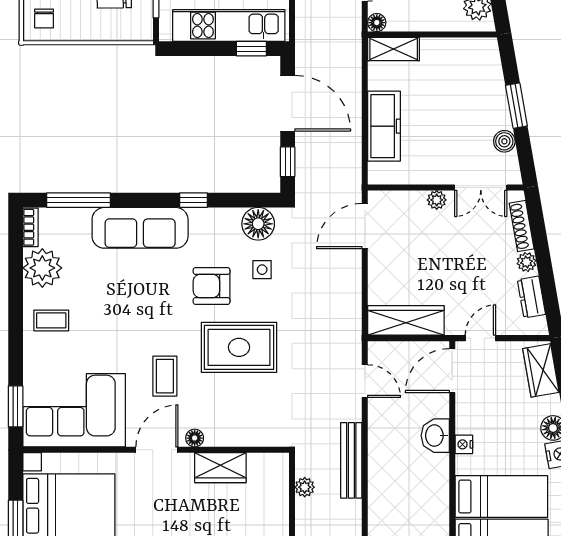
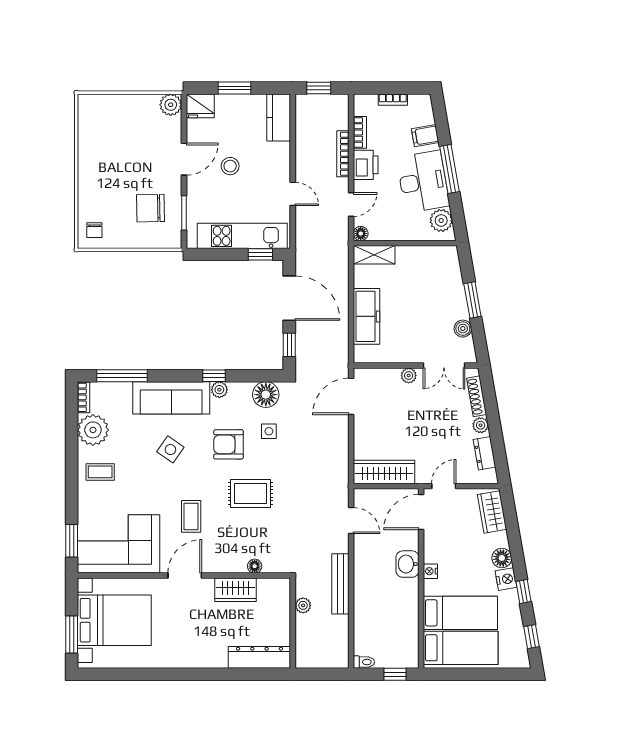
plant: (200, 218) -> (219, 390), added
side table: (139, 292) -> (170, 449), added
rug: (239, 347) -> (250, 493), width x0.73, depth x0.70
floor lamp: (195, 438) -> (255, 566), moved

